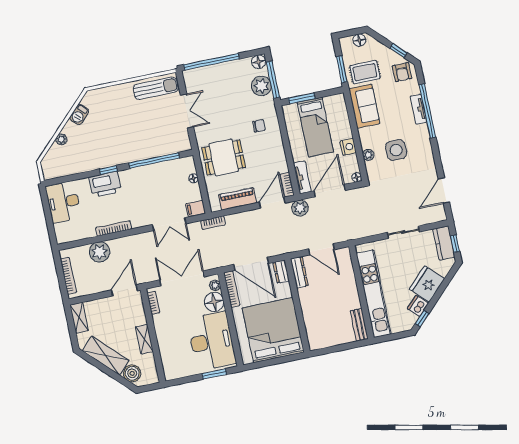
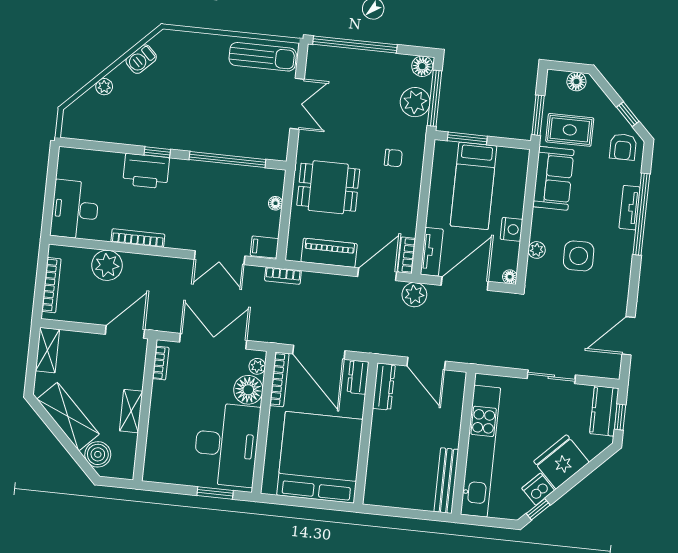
desk: (63, 202) -> (75, 210), moved
bench: (359, 325) -> (446, 481), width x1.36

